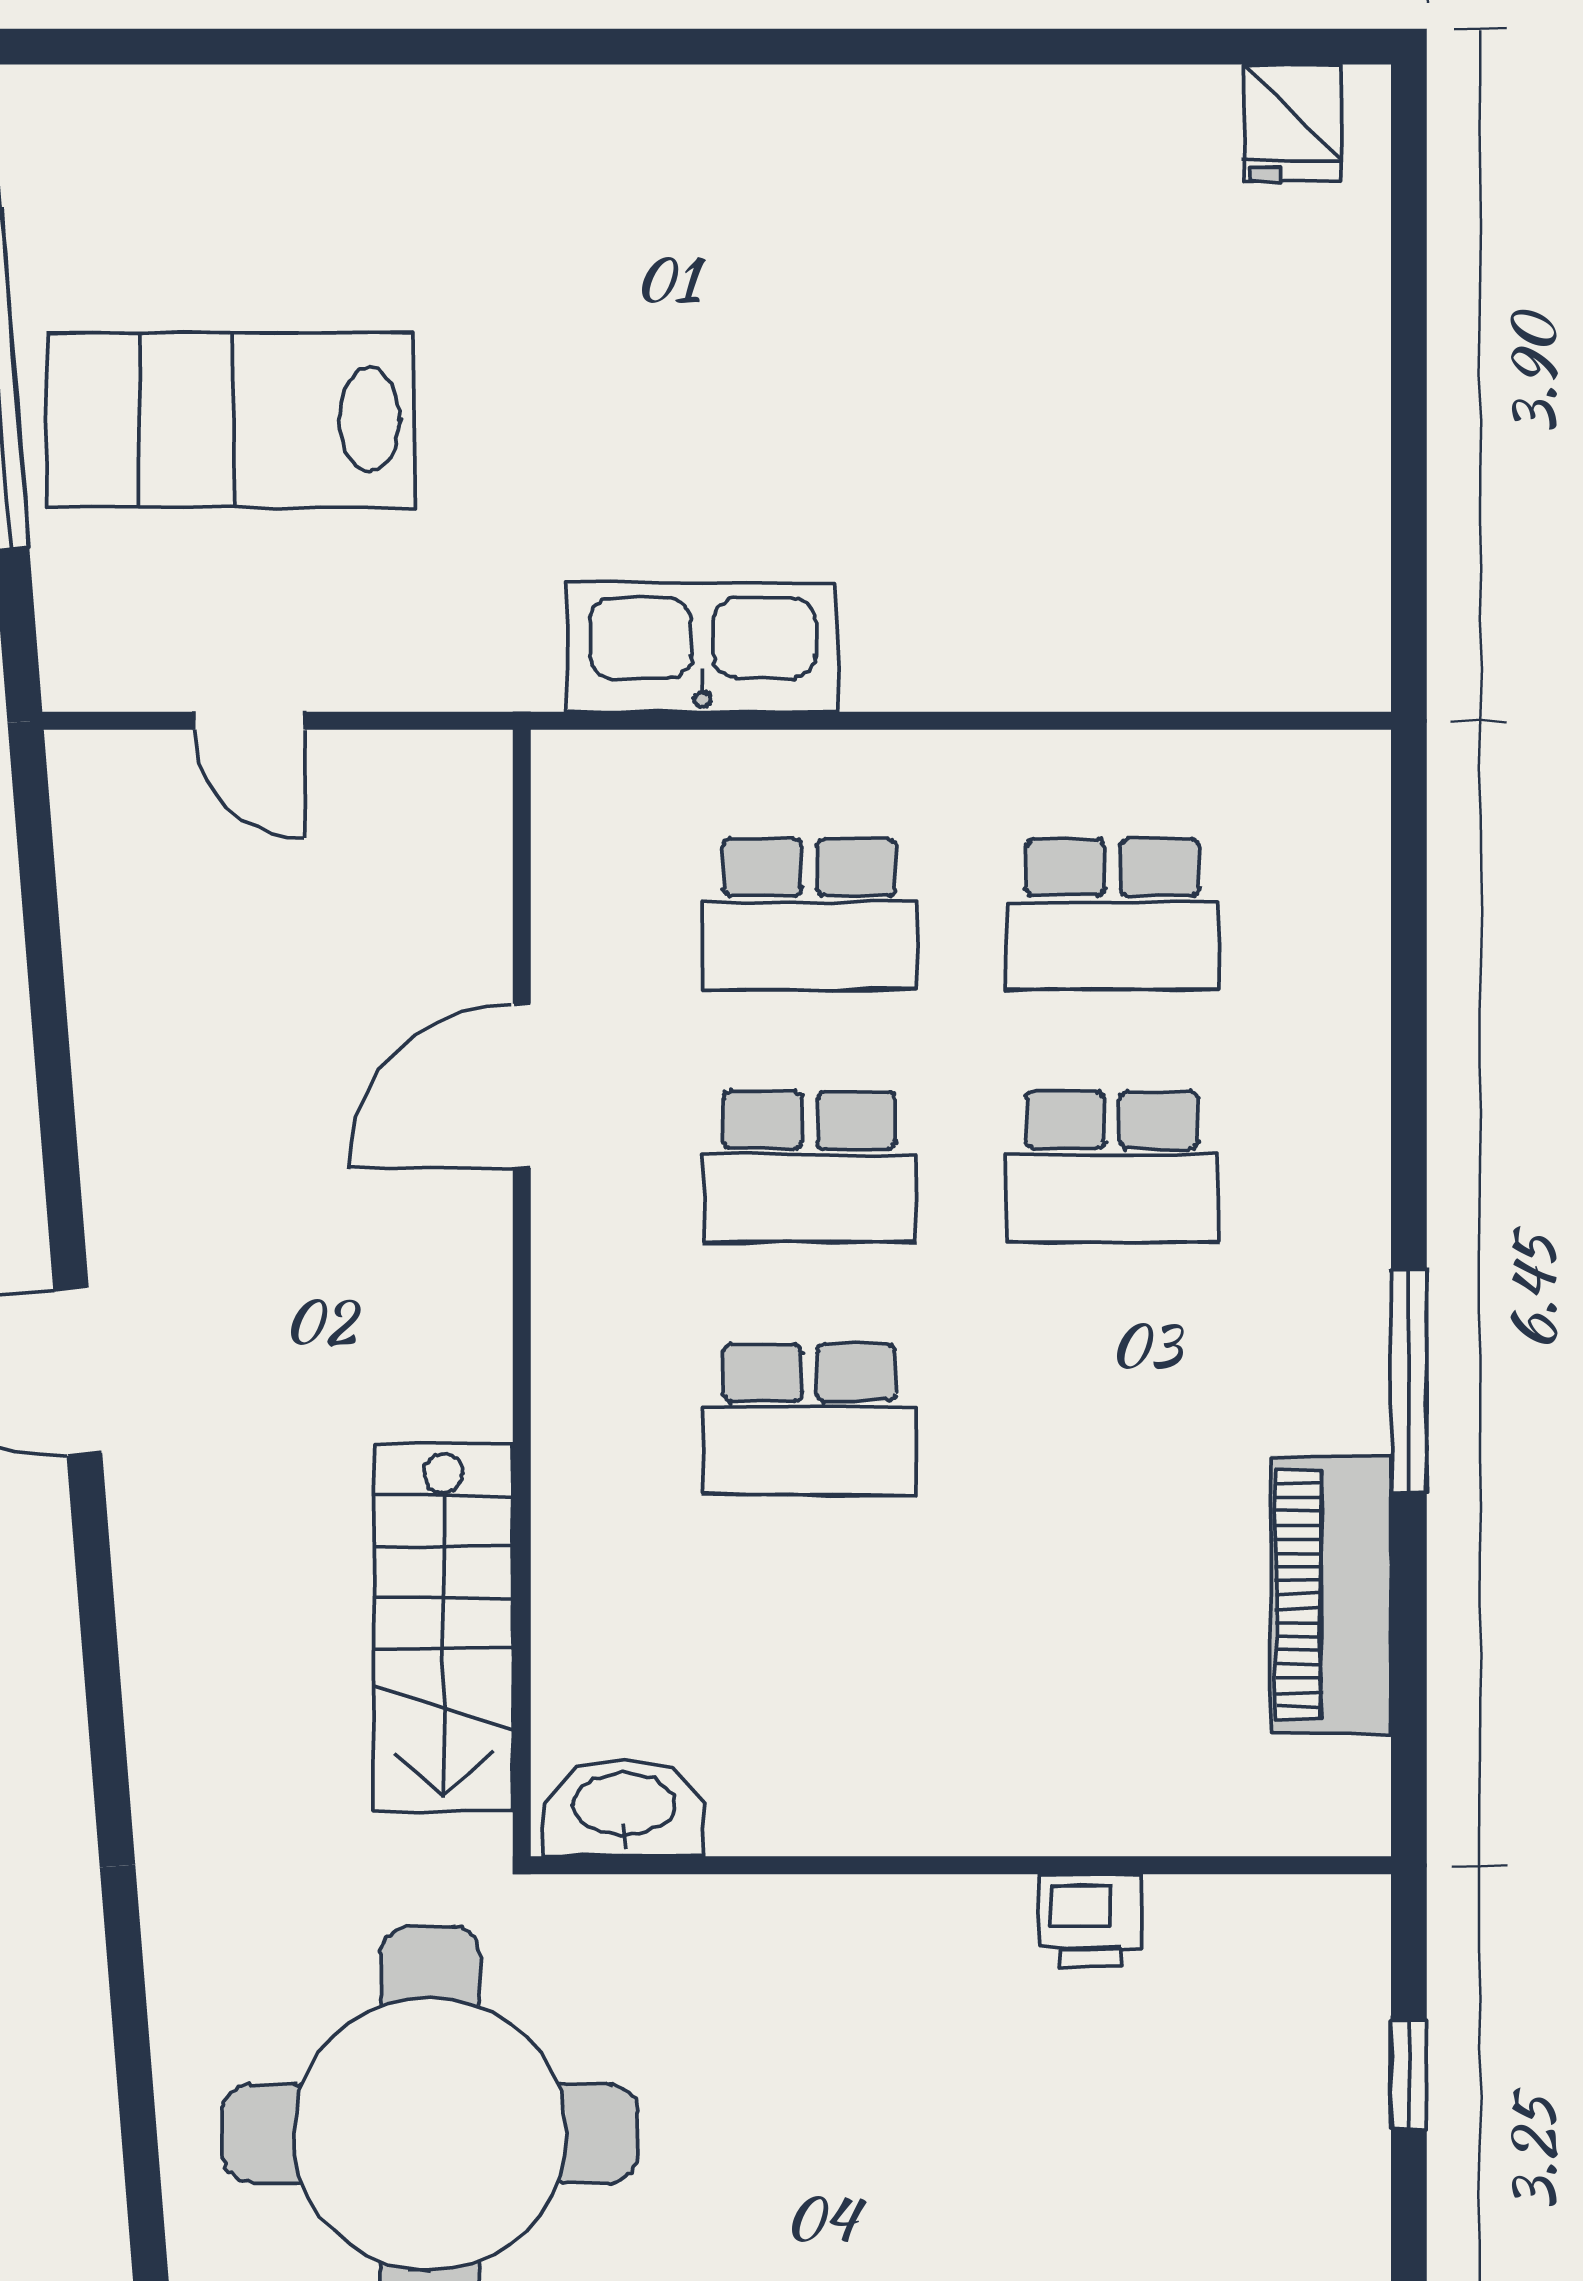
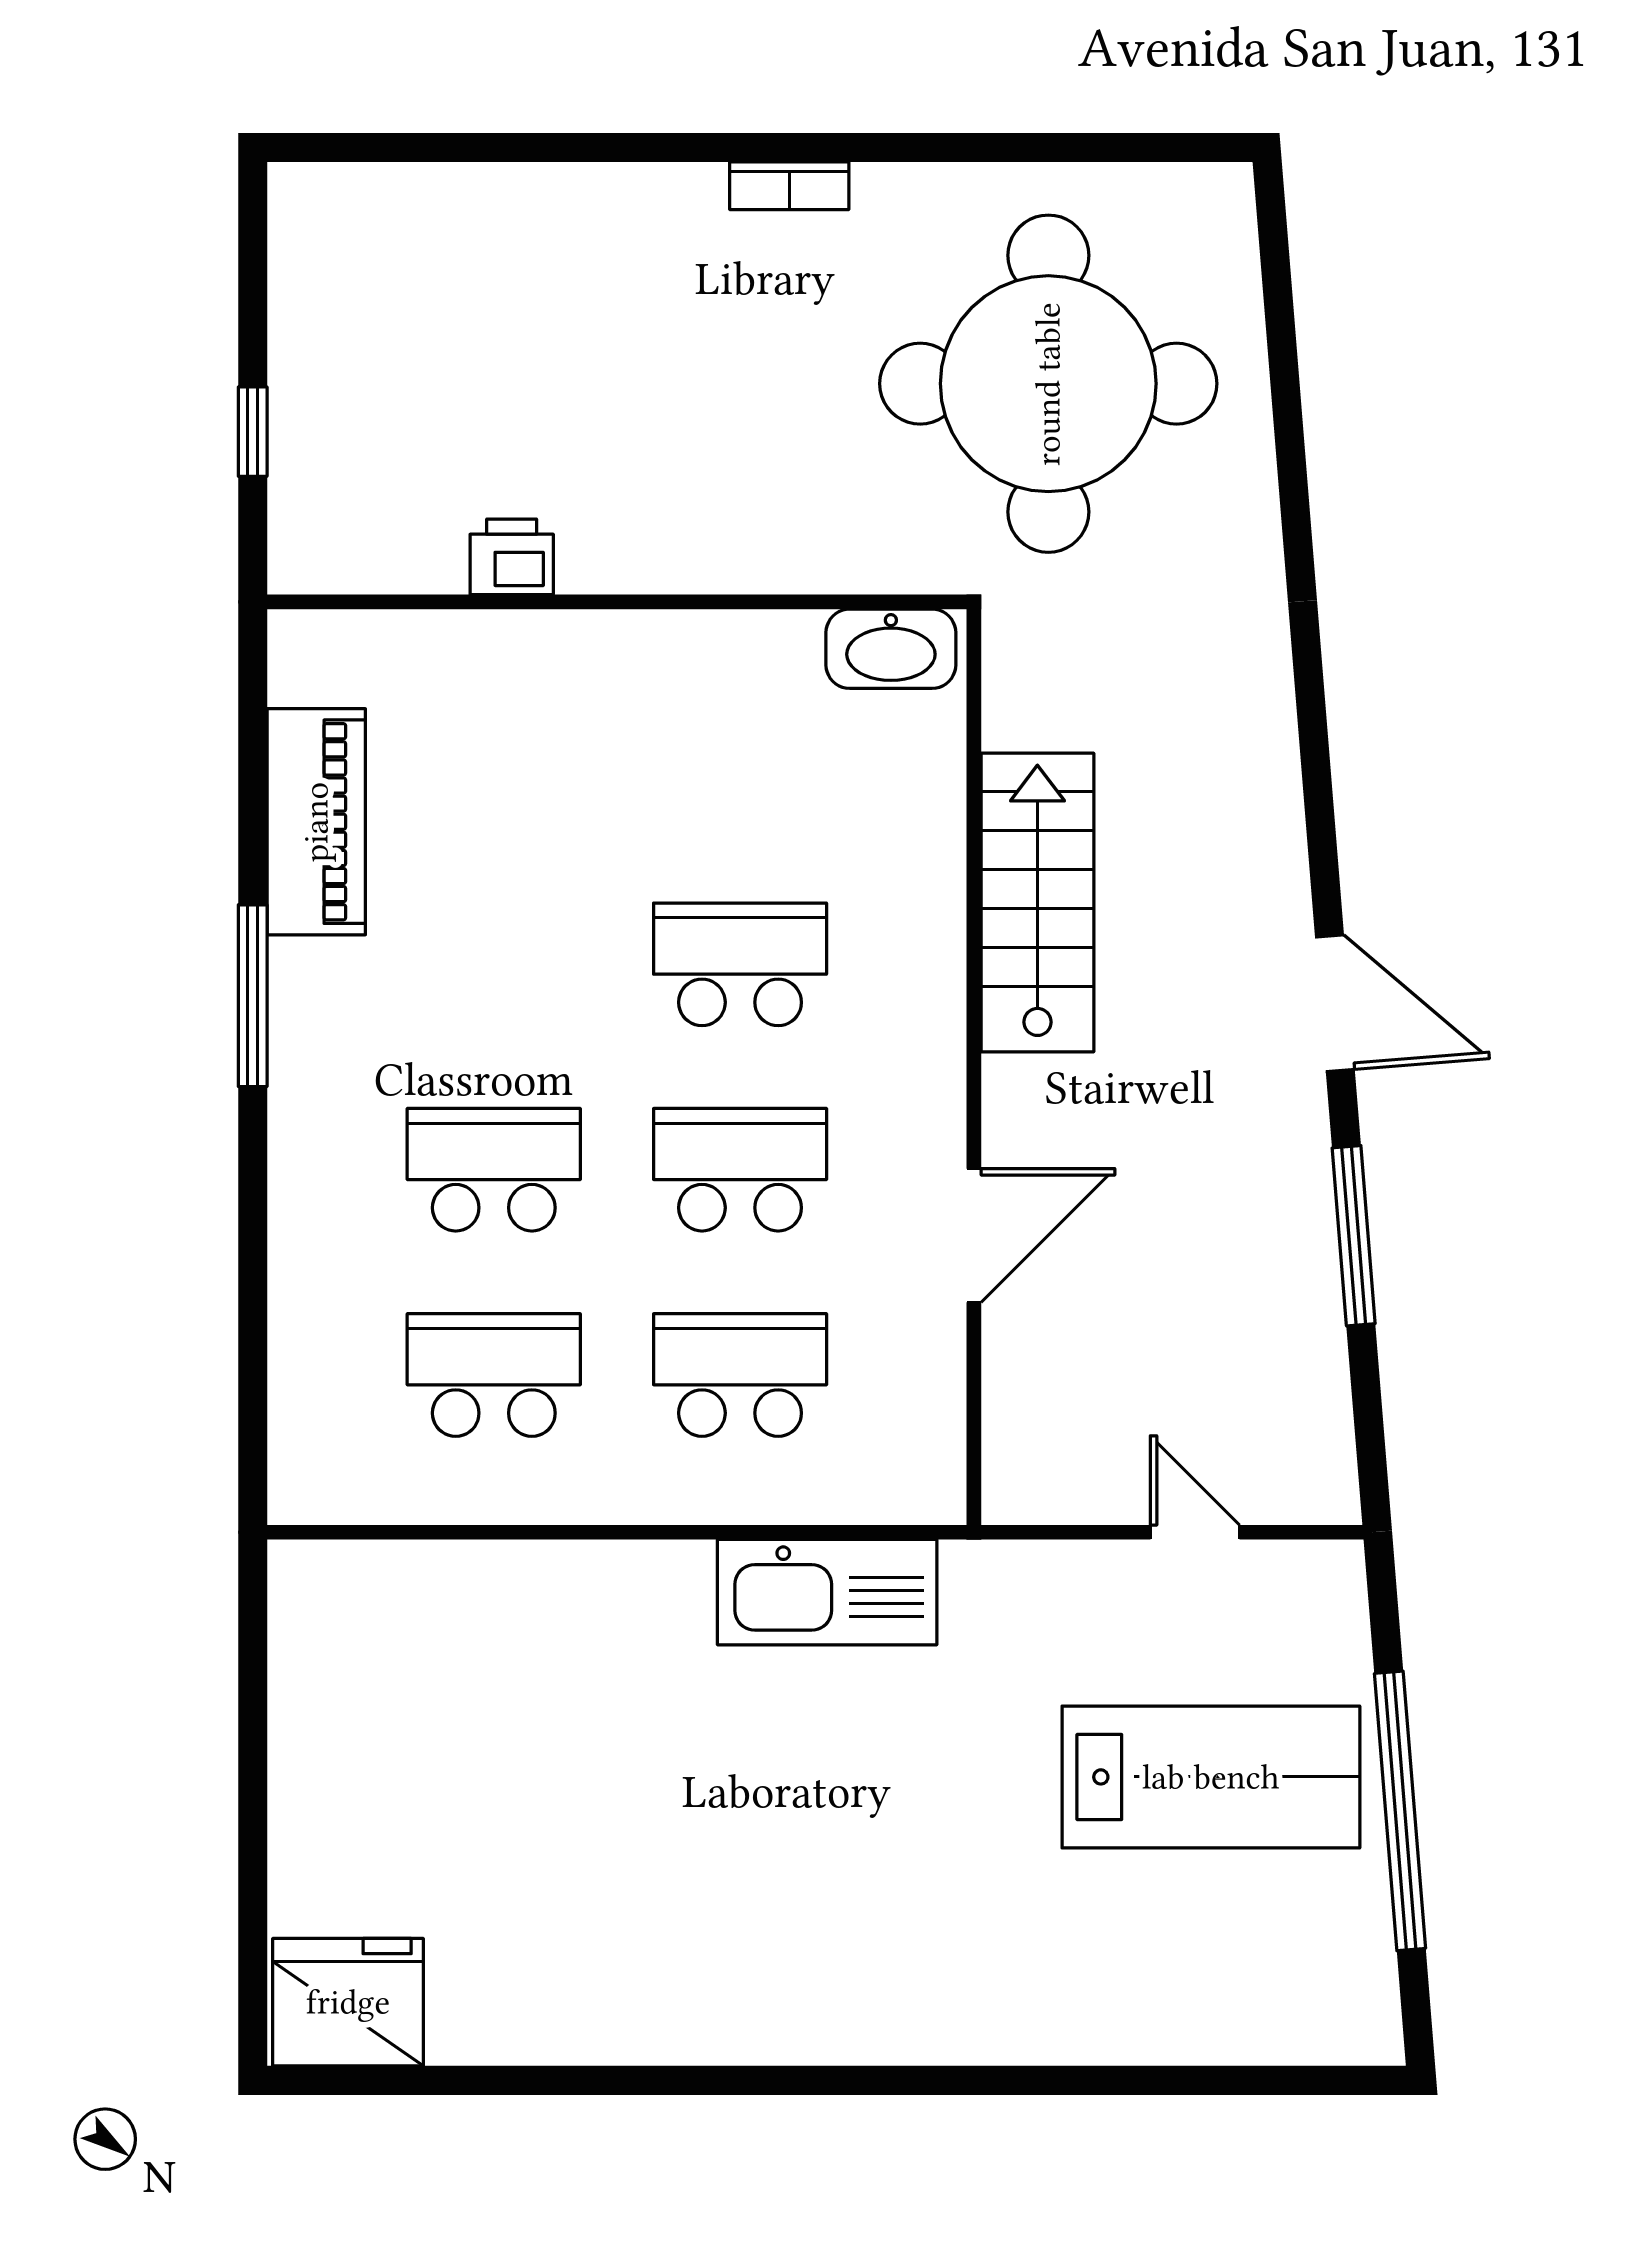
fridge: (1292, 123) -> (348, 2002), width x1.88, depth x1.34
window: (55, 1086) -> (1354, 1236), added
stairs: (444, 1627) -> (1037, 902), moved

